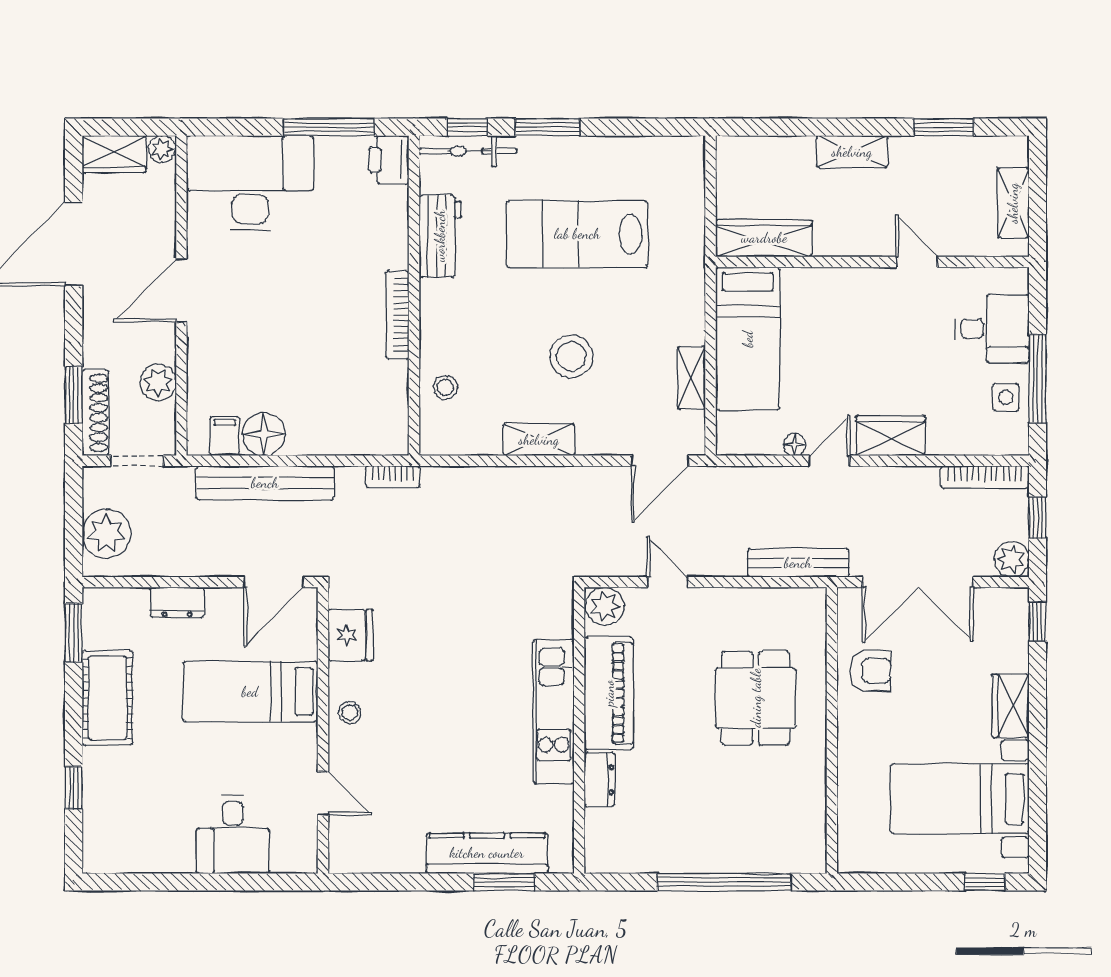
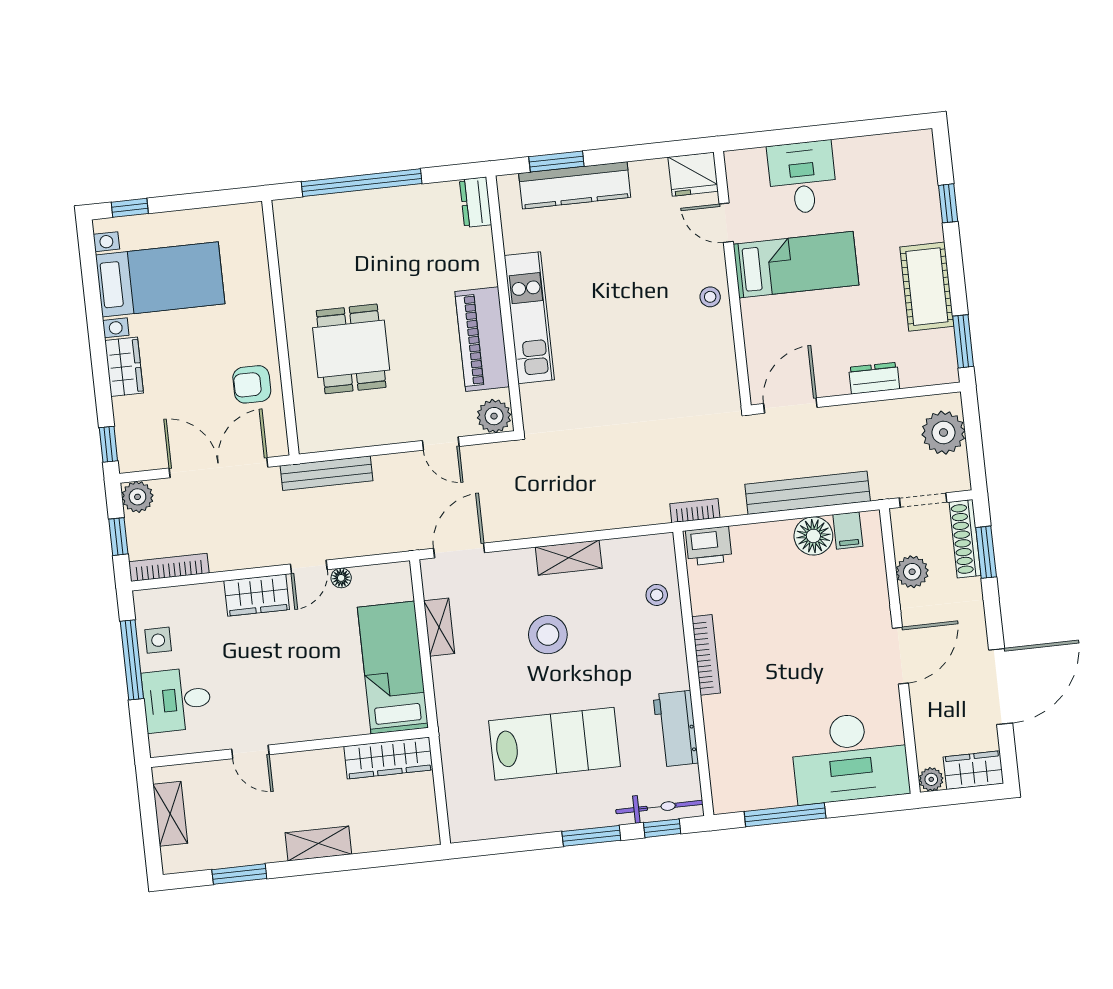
printer: (389, 160) -> (709, 546), moved, turned 90
fridge: (350, 635) -> (693, 174), moved, turned -90
bed: (250, 692) -> (796, 265), moved
dresser: (599, 780) -> (476, 202), moved

